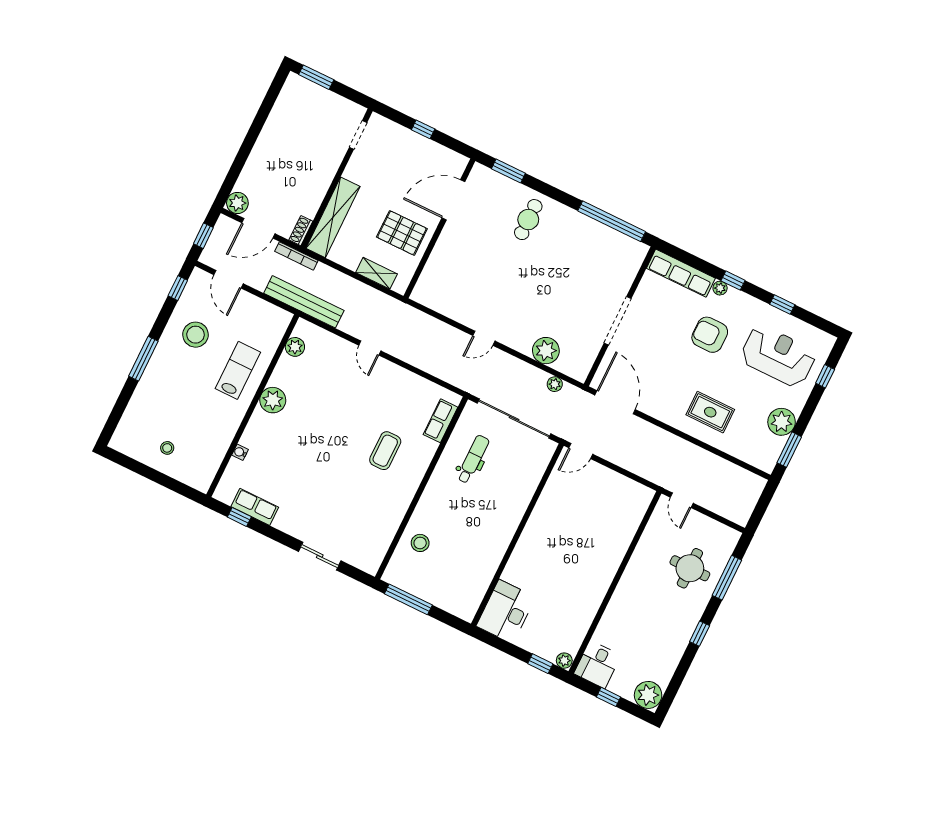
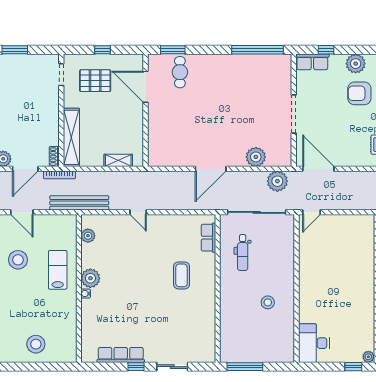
door: (453, 200) -> (146, 87), hinge flipped
cafe table: (528, 220) -> (180, 72), moved
pallet: (402, 233) -> (95, 81), moved
row of seats: (681, 273) -> (312, 62), width x0.68
window: (733, 281) -> (326, 50), moved
plant: (720, 288) -> (356, 64), width x1.88, depth x1.88
door: (484, 338) -> (211, 169), width x1.87
plant: (555, 384) -> (277, 181), width x1.87, depth x1.87
stool: (167, 448) -> (36, 344), width x1.89, depth x1.89
water cooler: (240, 452) -> (86, 294), moved
dental chair: (473, 459) -> (243, 253), turned 180
row of seats: (255, 507) -> (121, 355), width x1.48
window: (239, 517) -> (136, 367), moved
stool: (420, 543) -> (268, 302), moved

